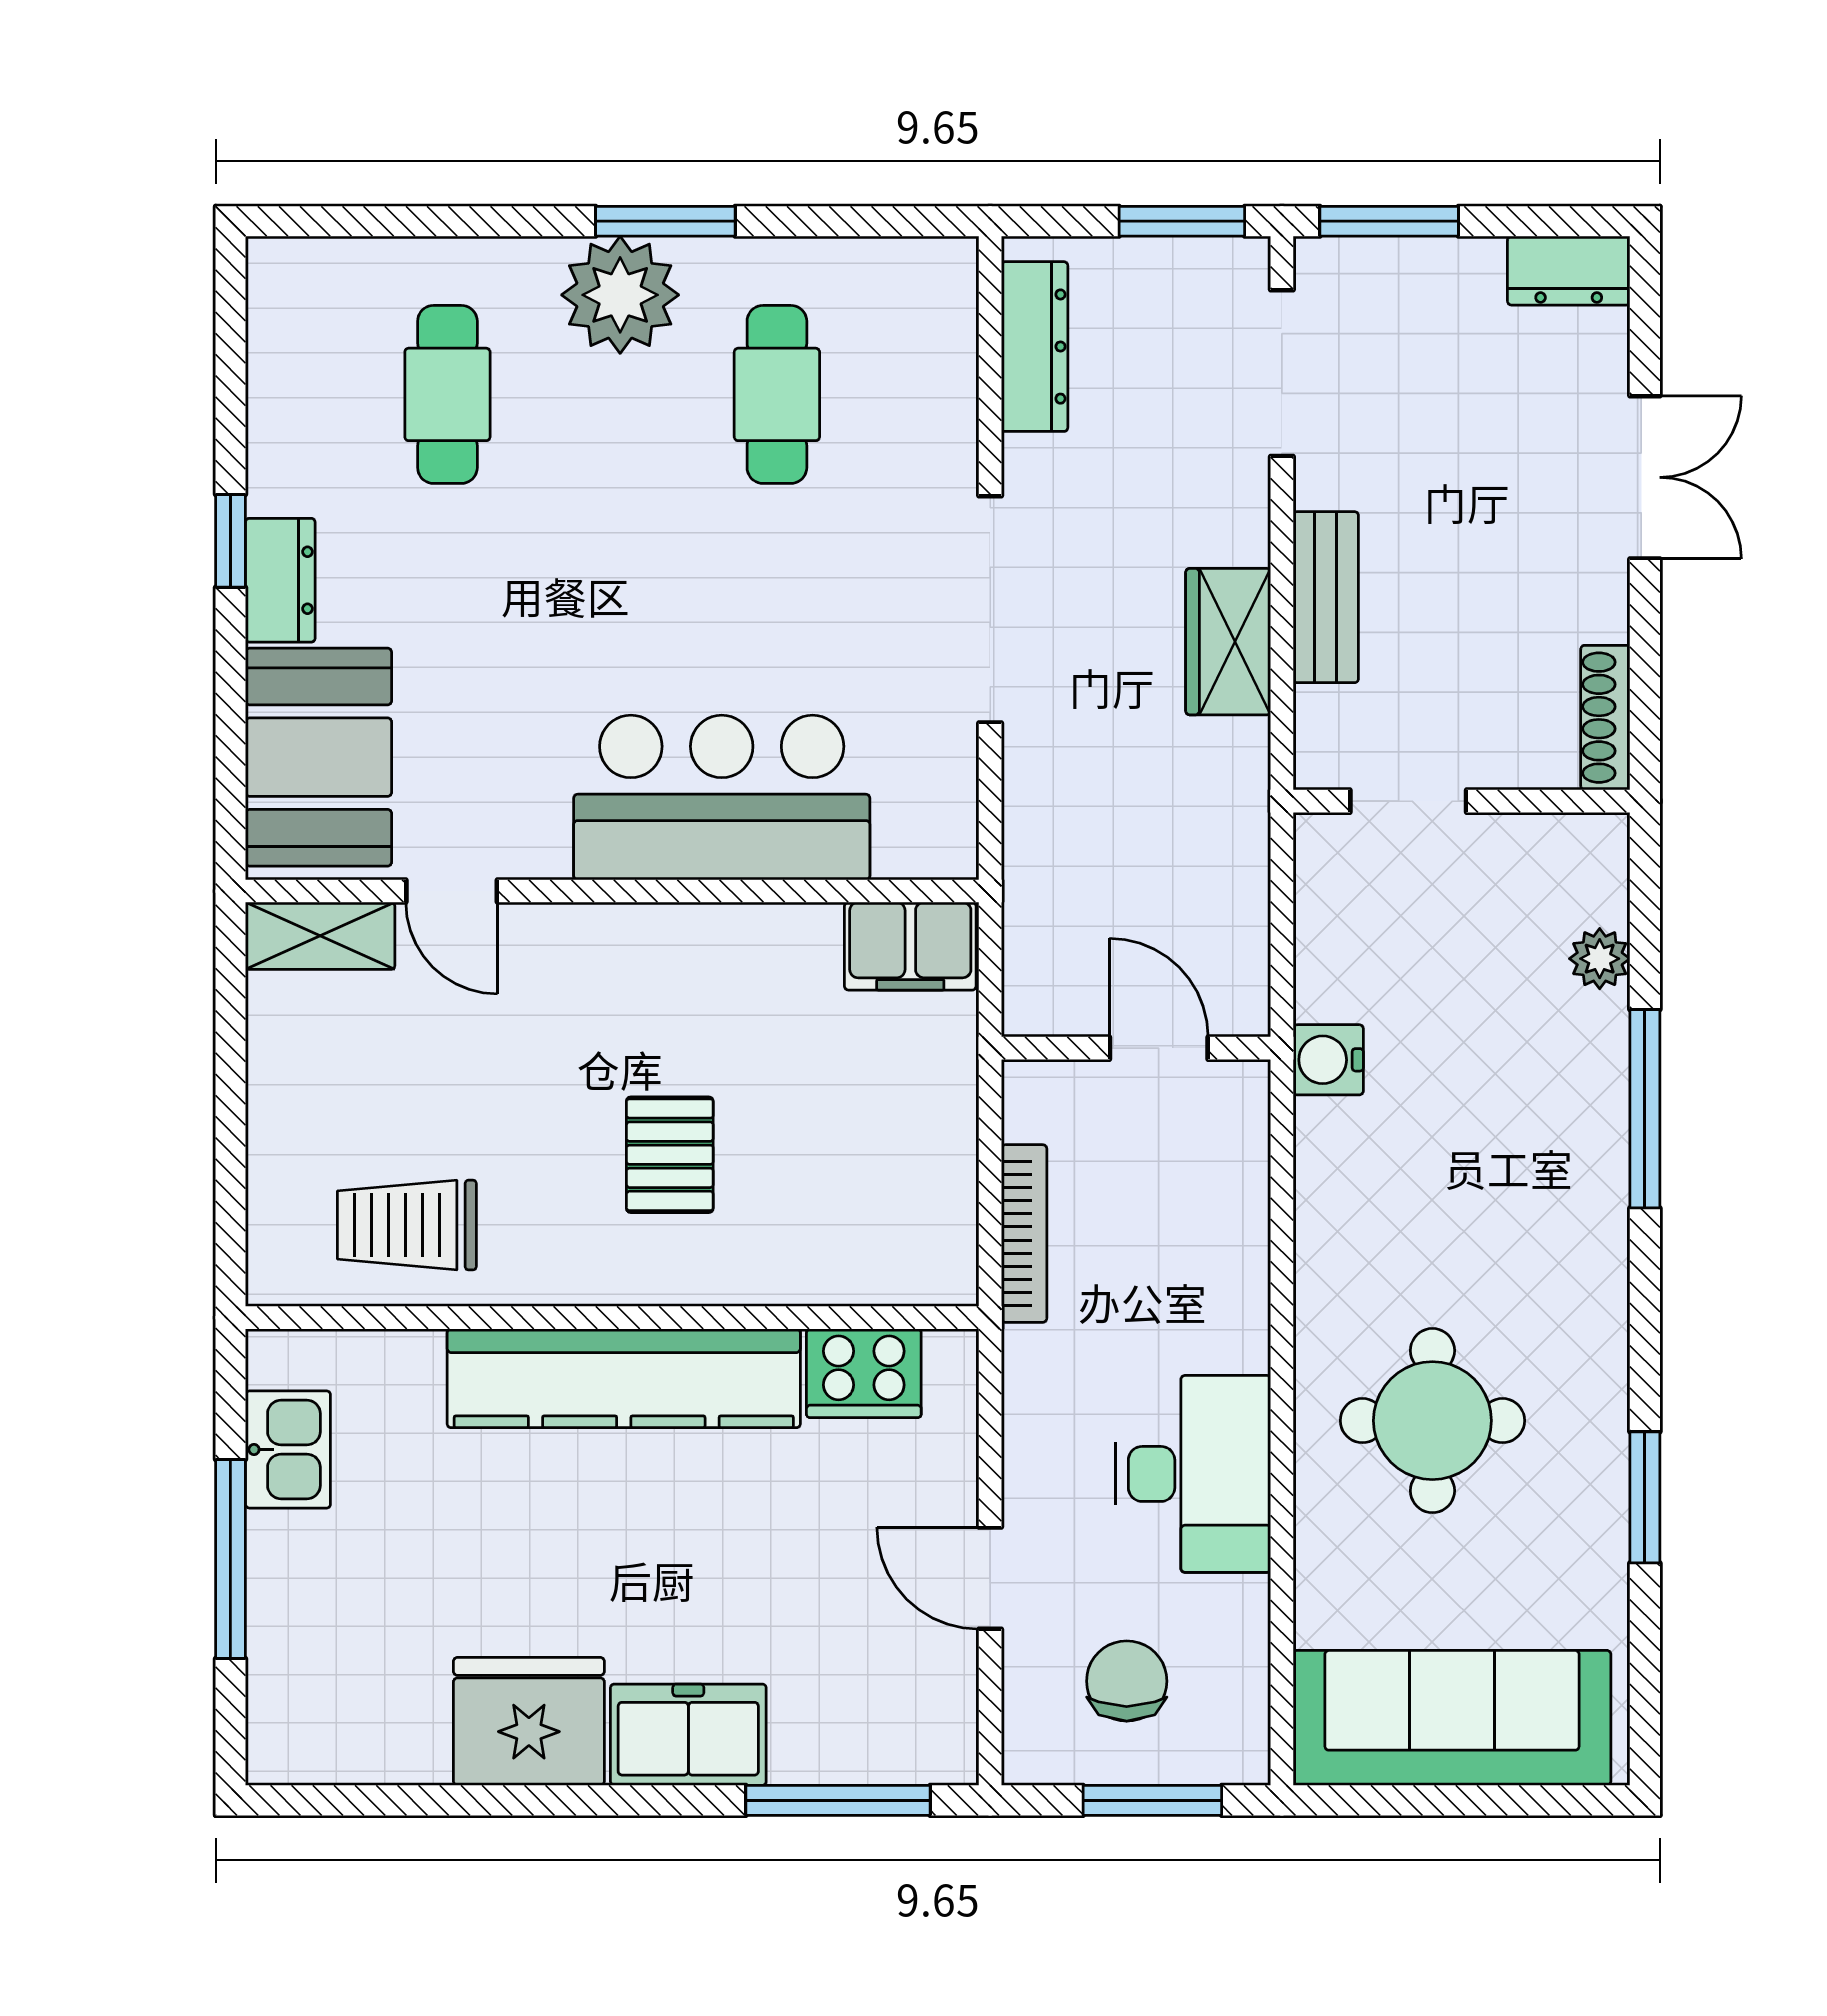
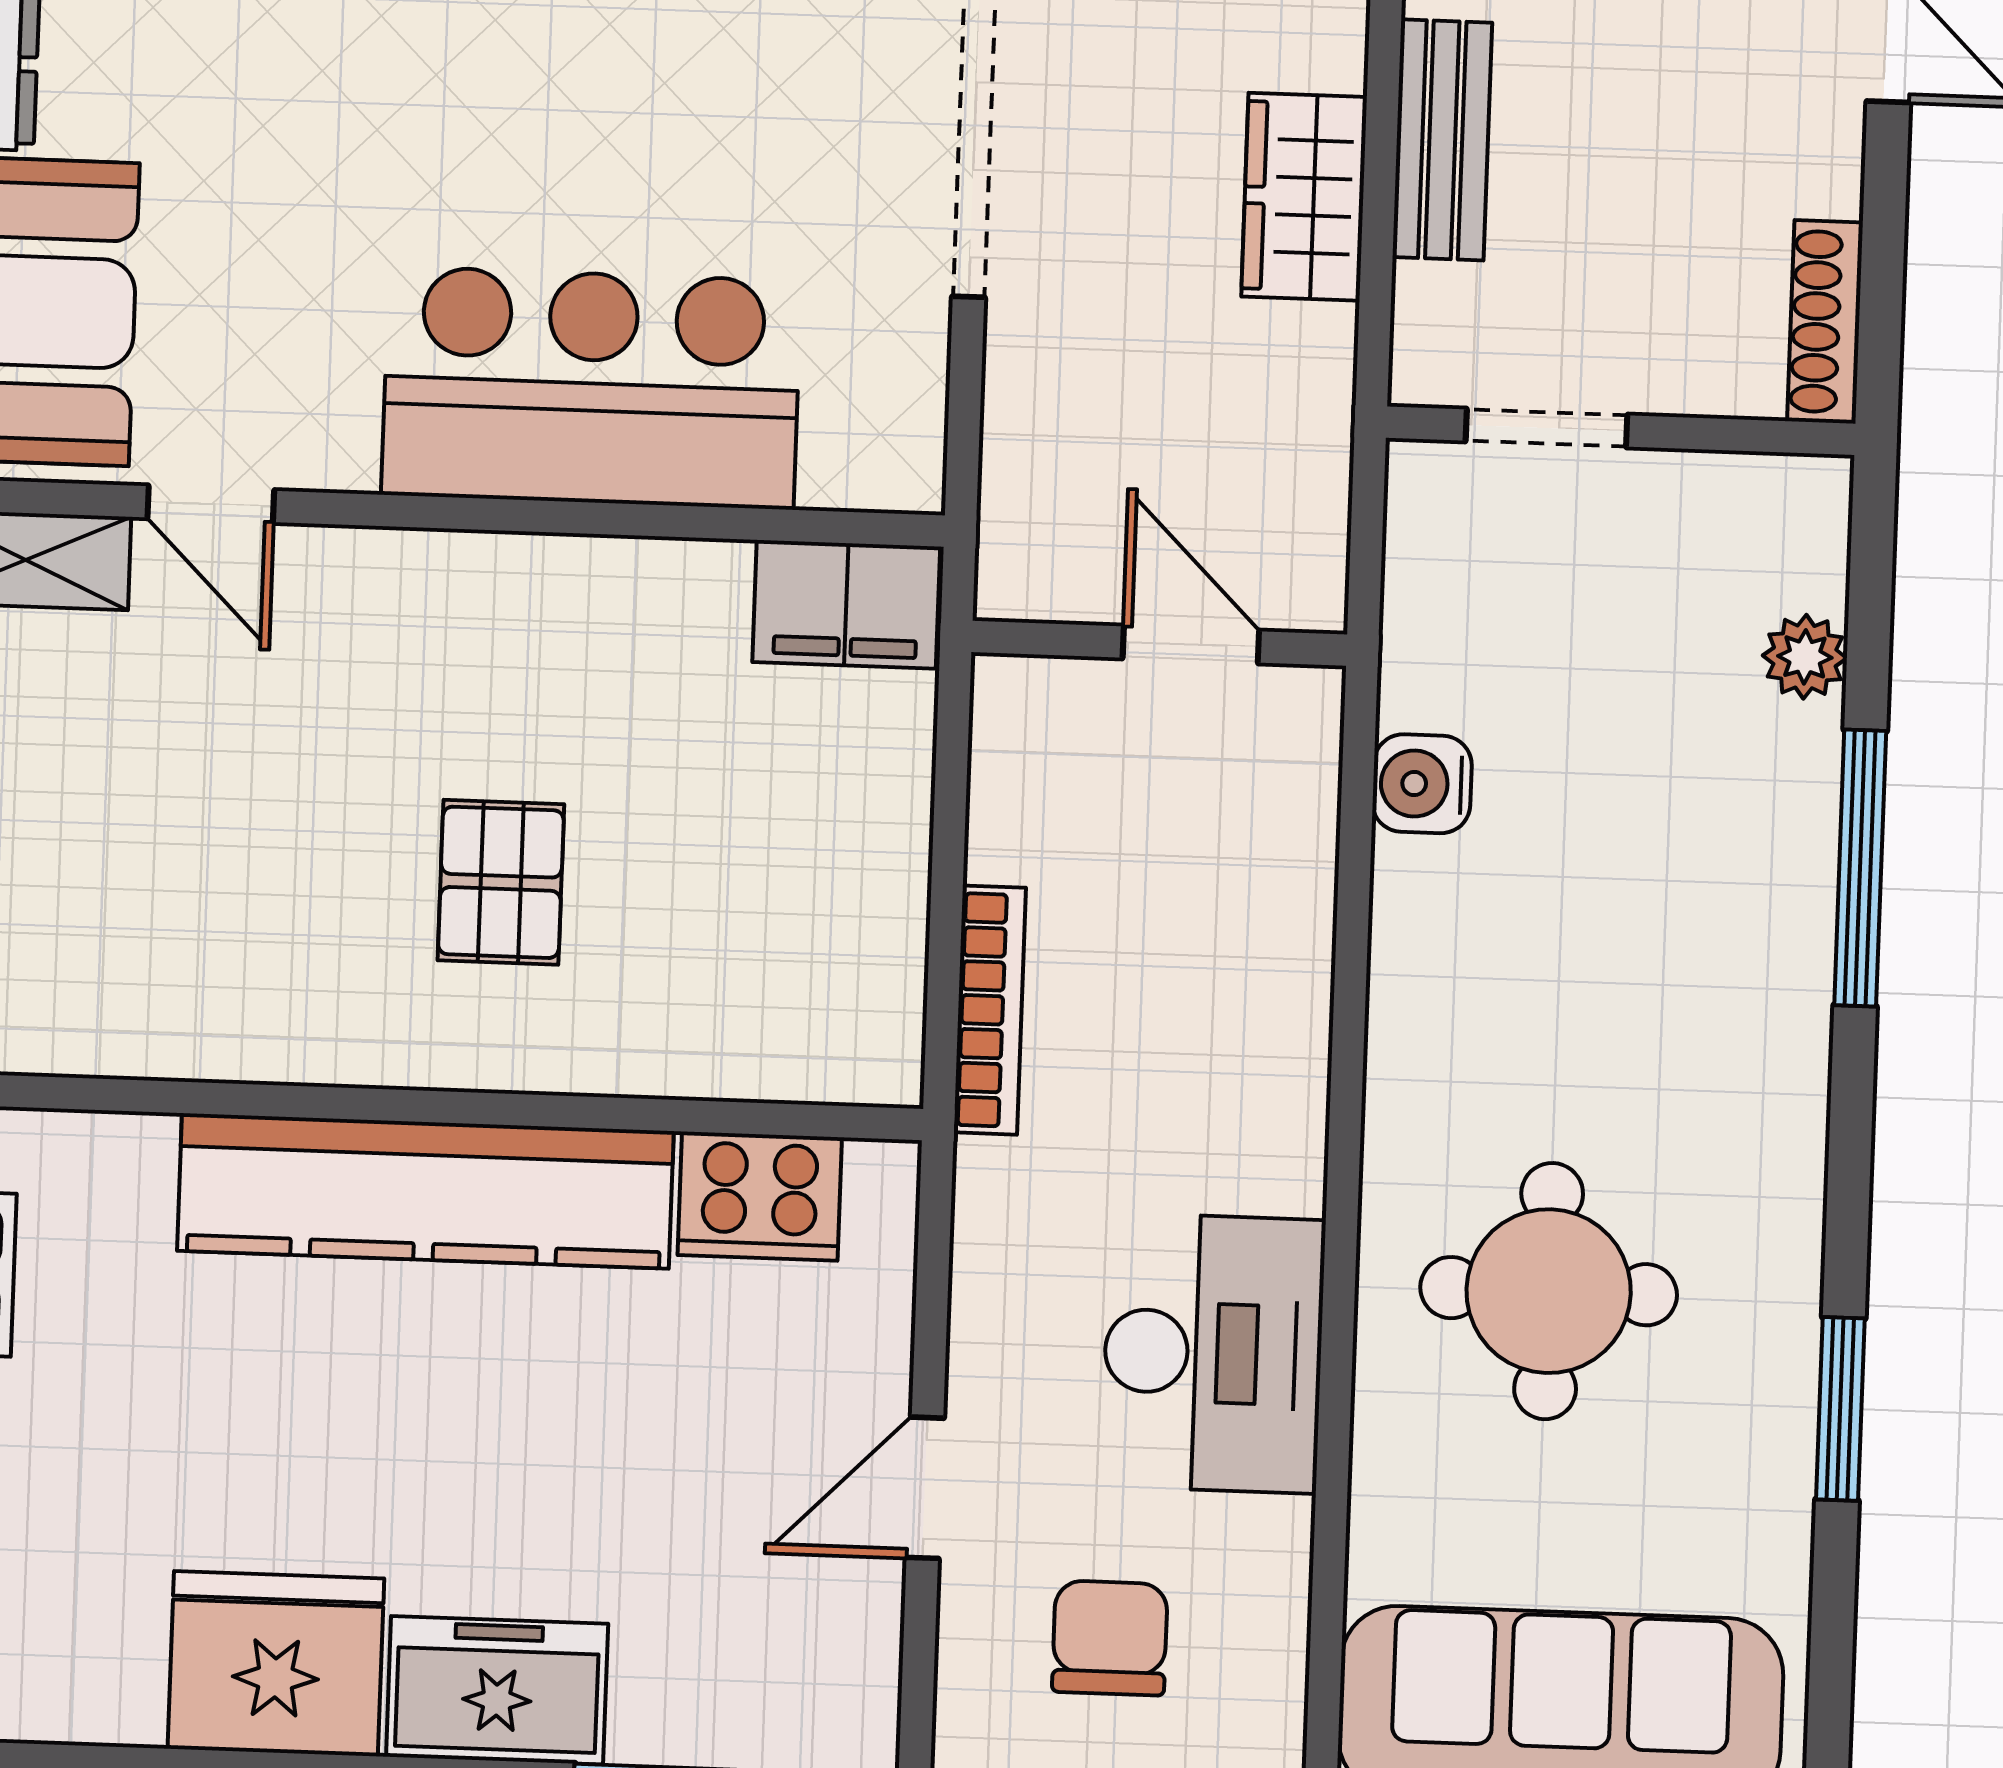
wall: (1136, 1048) -> (1159, 643), moved
door: (1159, 1048) -> (1191, 644), moved
trolley: (407, 1225) -> (131, 967), removed
door: (990, 1578) -> (925, 1488), hinge flipped

